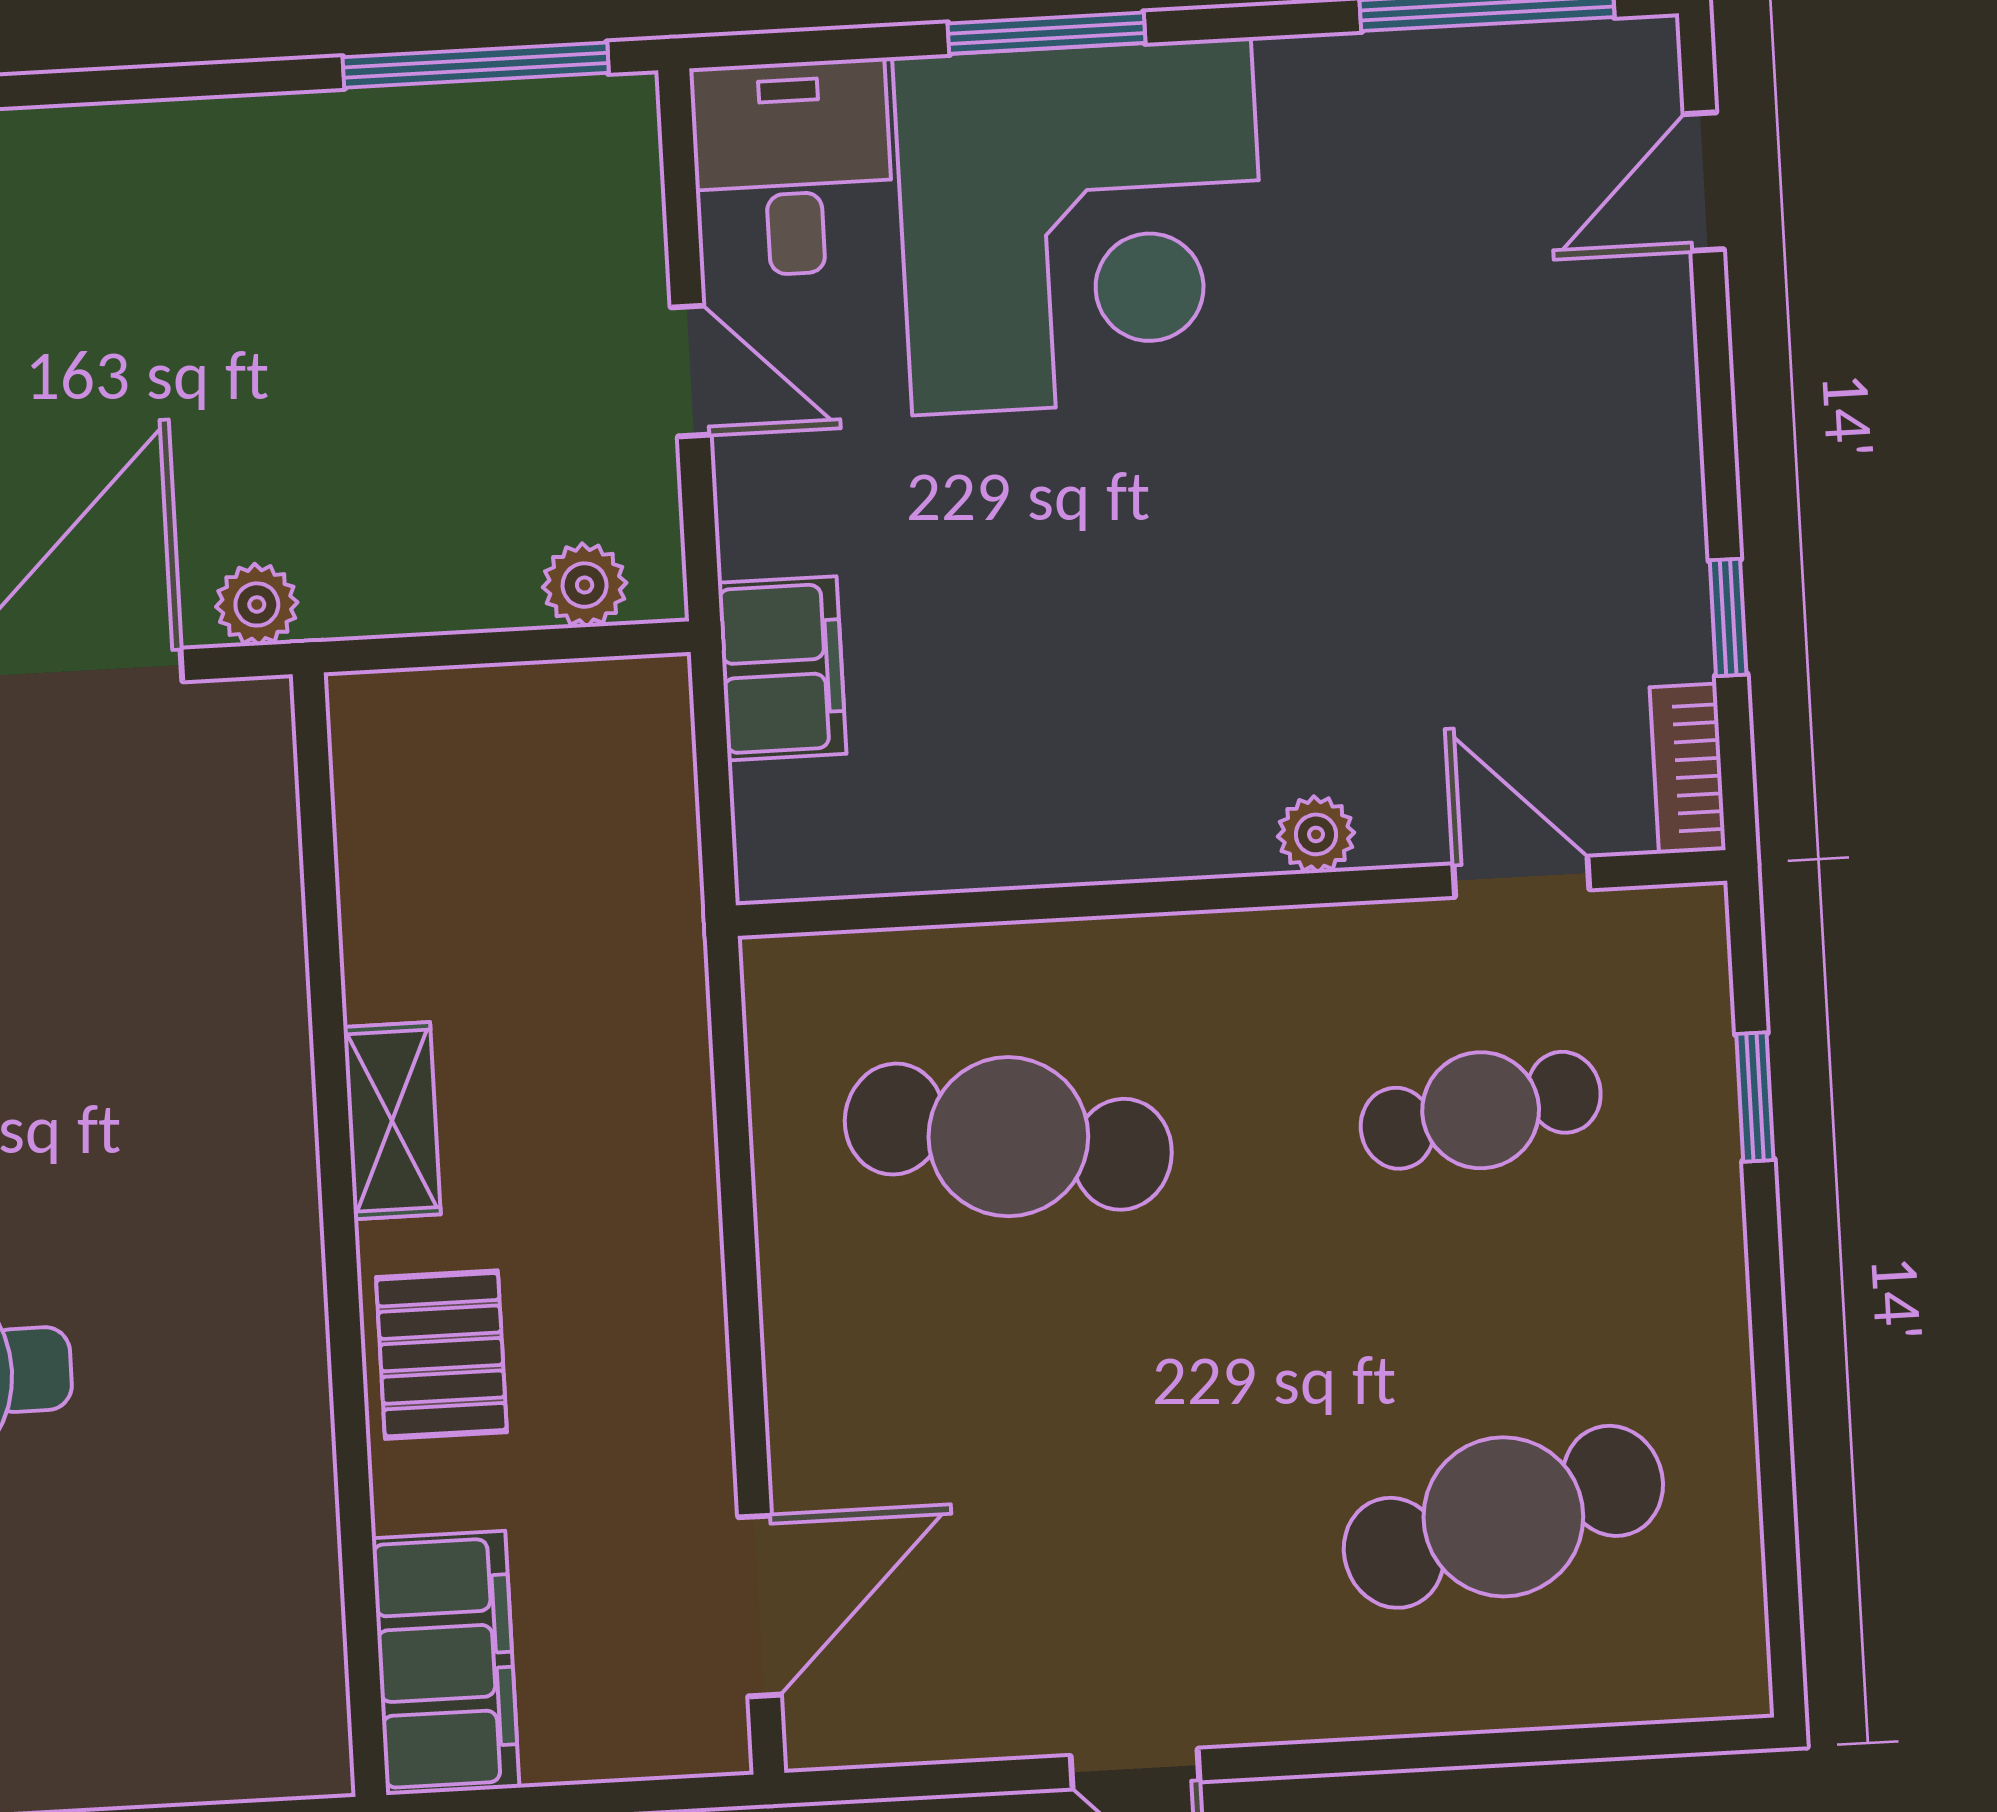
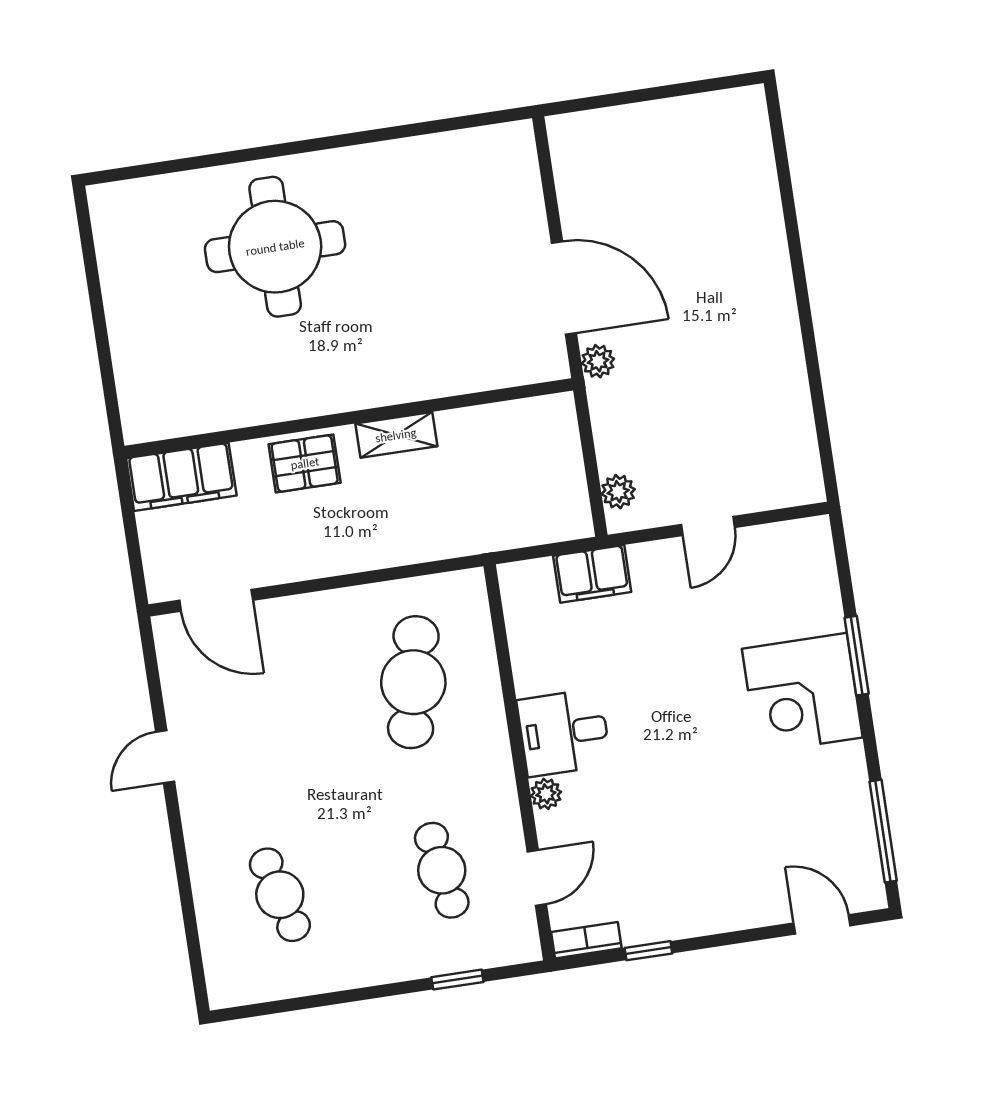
window: (476, 65) -> (822, 428), removed
desk: (792, 168) -> (564, 733), moved, turned 180
corner desk: (1081, 226) -> (802, 693), width x0.74, depth x0.74
cafe table: (1503, 1517) -> (280, 895), width x0.73, depth x0.74

